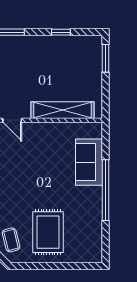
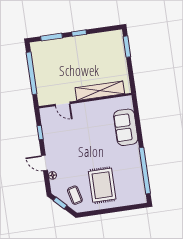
window: (61, 32) -> (79, 33), moved
window: (106, 190) -> (145, 171), moved

